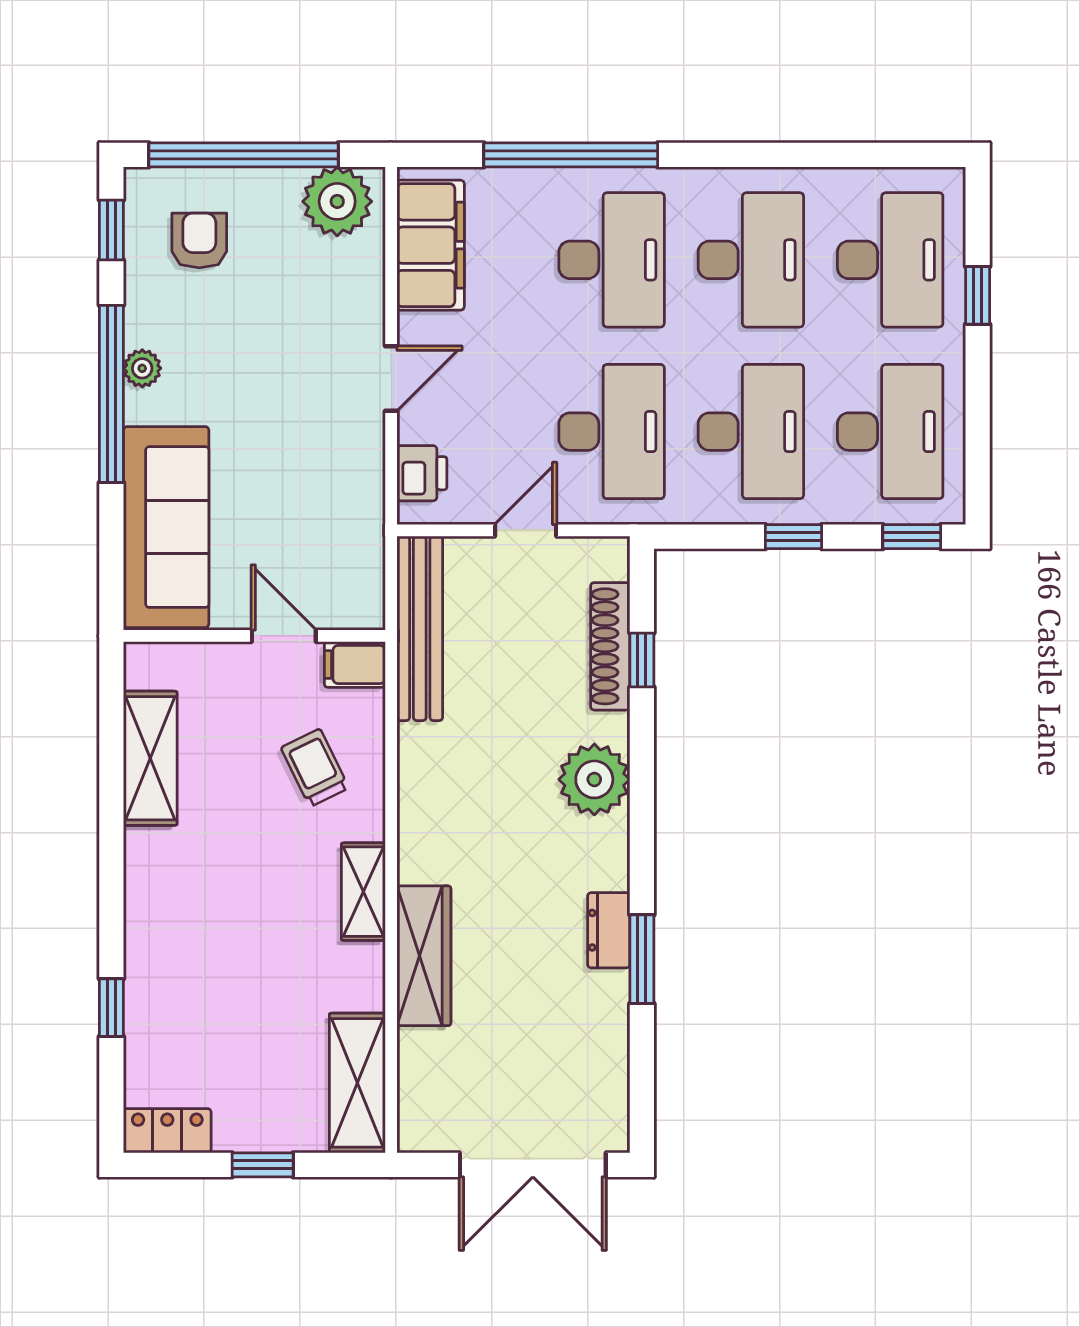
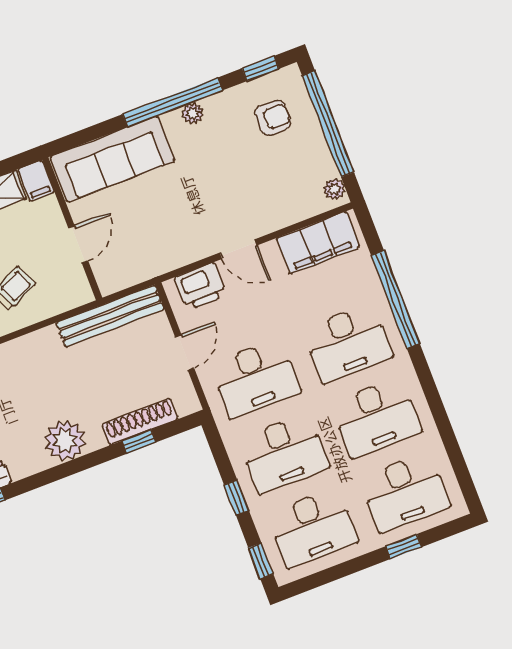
plant: (337, 201) -> (334, 189), width x0.53, depth x0.53
printer: (422, 473) -> (201, 286), width x1.36, depth x1.24
door: (526, 530) -> (185, 352), hinge flipped
filing cabinet: (355, 665) -> (36, 181), moved, turned 180

